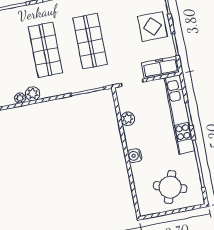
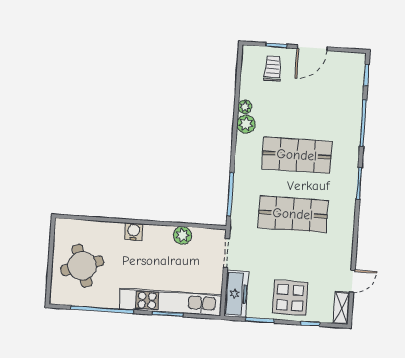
round table: (170, 187) -> (82, 266), turned -37

